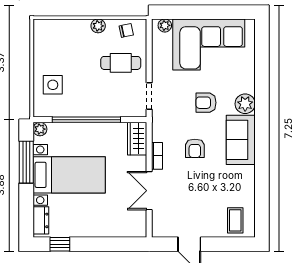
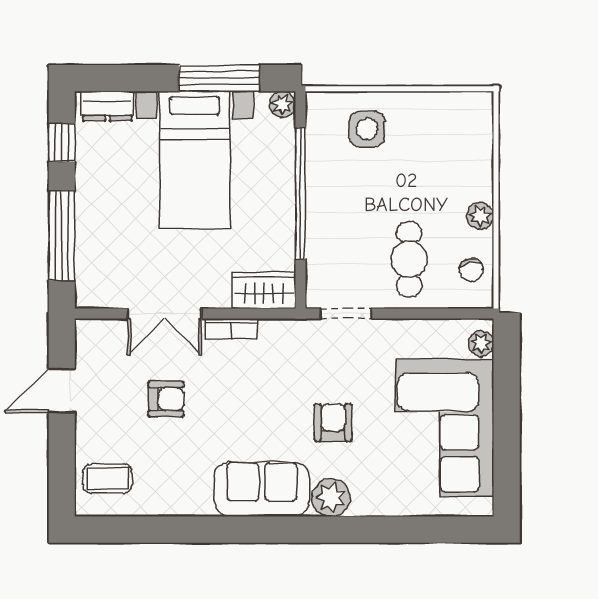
armchair: (195, 148) -> (166, 399), moved, turned 180
double door: (149, 191) -> (165, 314), swing flipped
window: (108, 244) -> (62, 236), added

